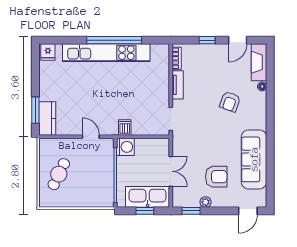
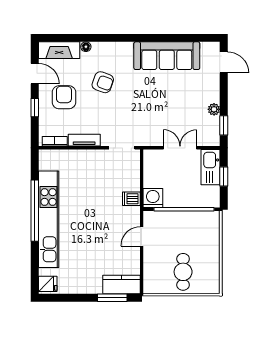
cafe table: (59, 174) -> (183, 272), turned 64
armchair: (216, 177) -> (64, 97), moved
kitchen sink: (148, 197) -> (211, 167), width x0.73, depth x0.81

